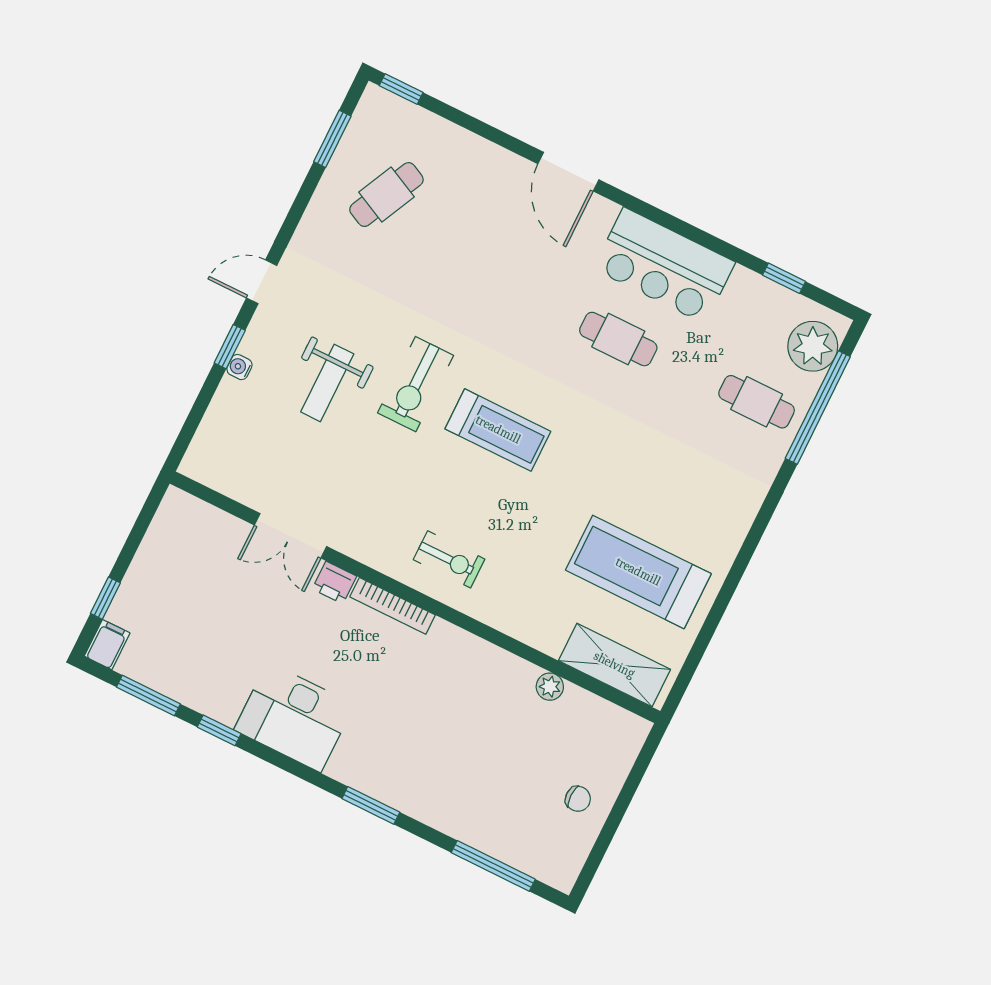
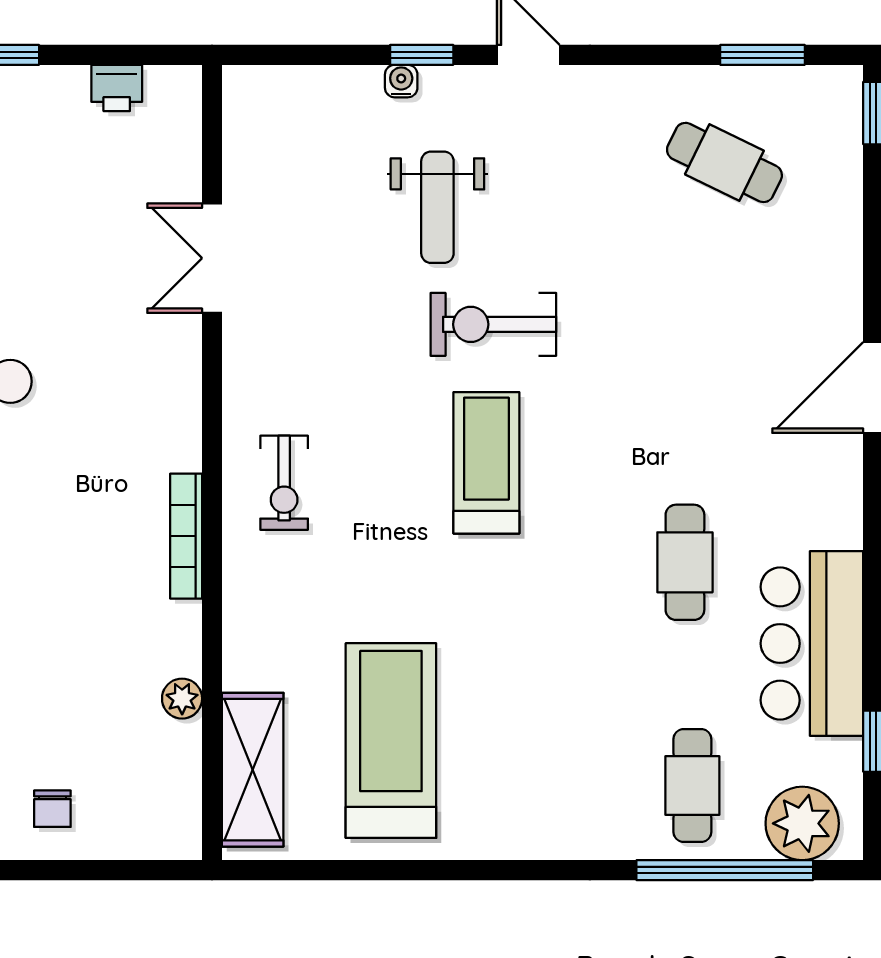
bar counter: (664, 265) -> (812, 643), moved
weight bench: (327, 383) -> (437, 207), turned -90
treadmill: (498, 430) -> (486, 463), turned 180
printer: (334, 583) -> (117, 88), moved, turned -90
bookcase: (393, 606) -> (186, 536), moved

